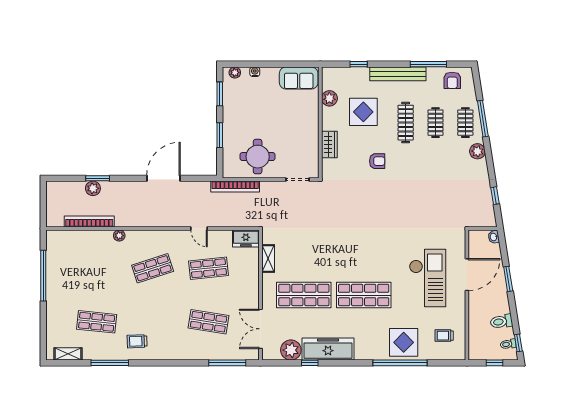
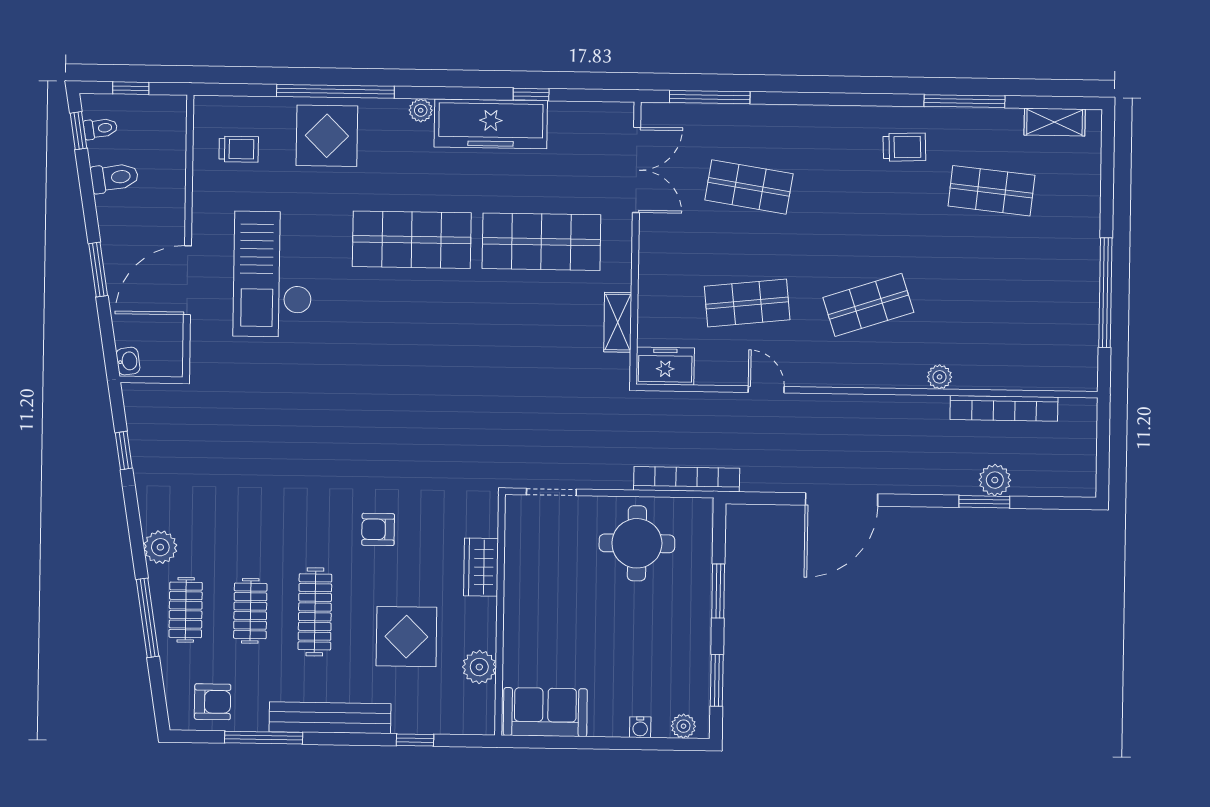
armchair: (452, 80) -> (213, 702), turned 90
plant: (291, 350) -> (421, 110), moved, width x0.53, depth x0.53

